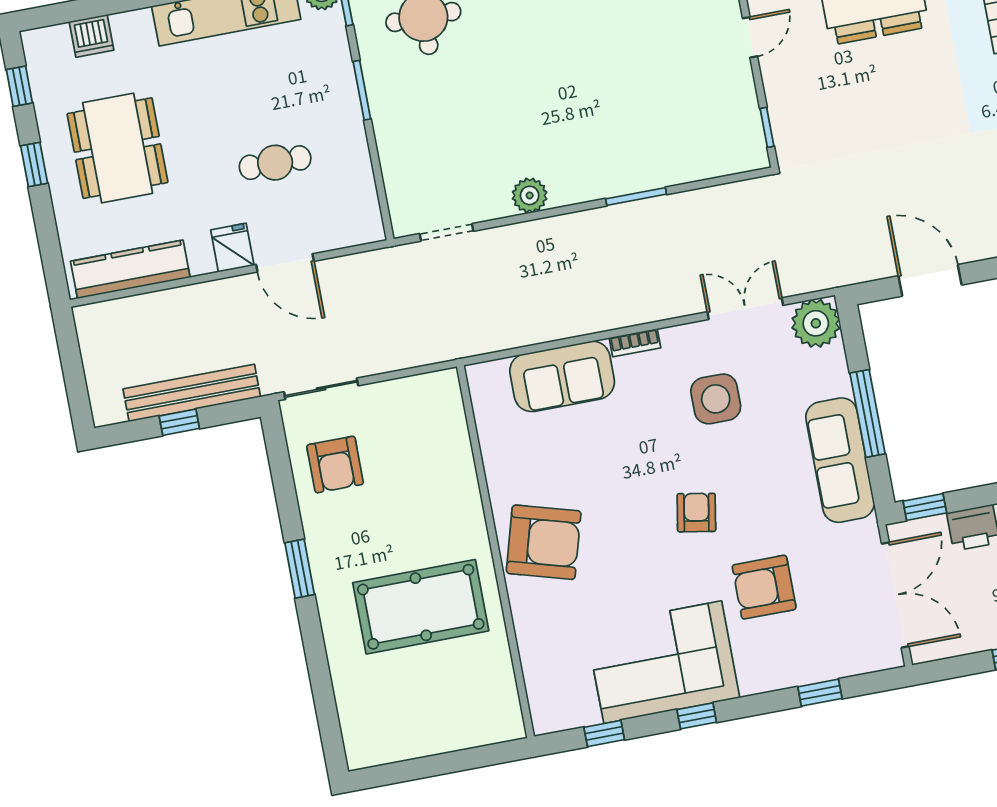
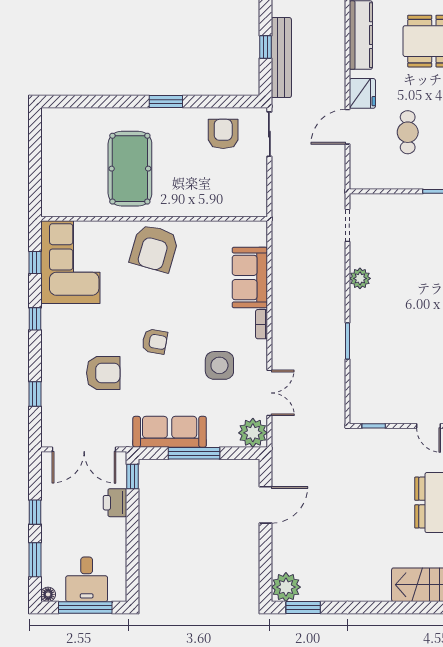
fridge: (232, 248) -> (362, 93), width x1.38
armchair: (335, 465) -> (223, 134), turned 90
armchair: (764, 587) -> (103, 373), turned 90
corner sofa: (663, 662) -> (70, 262), moved

